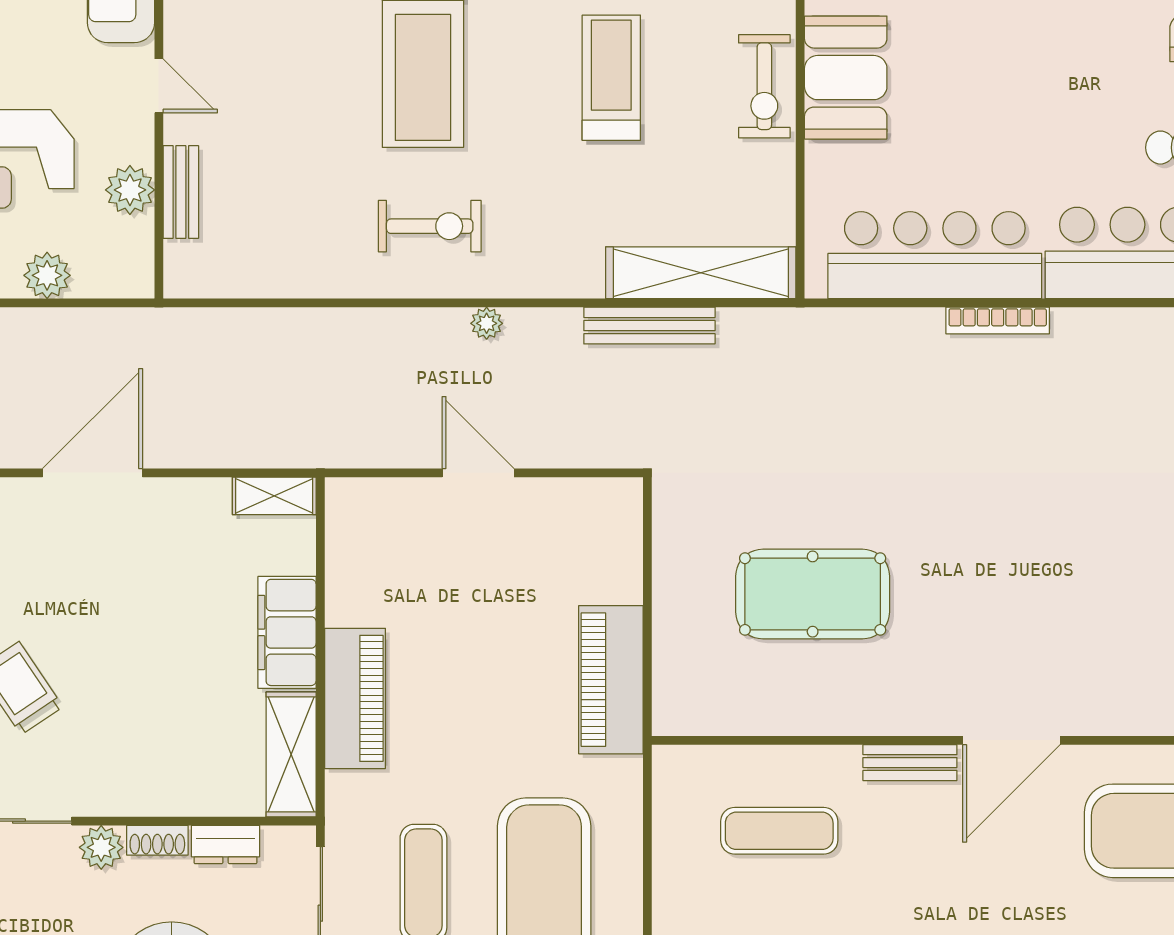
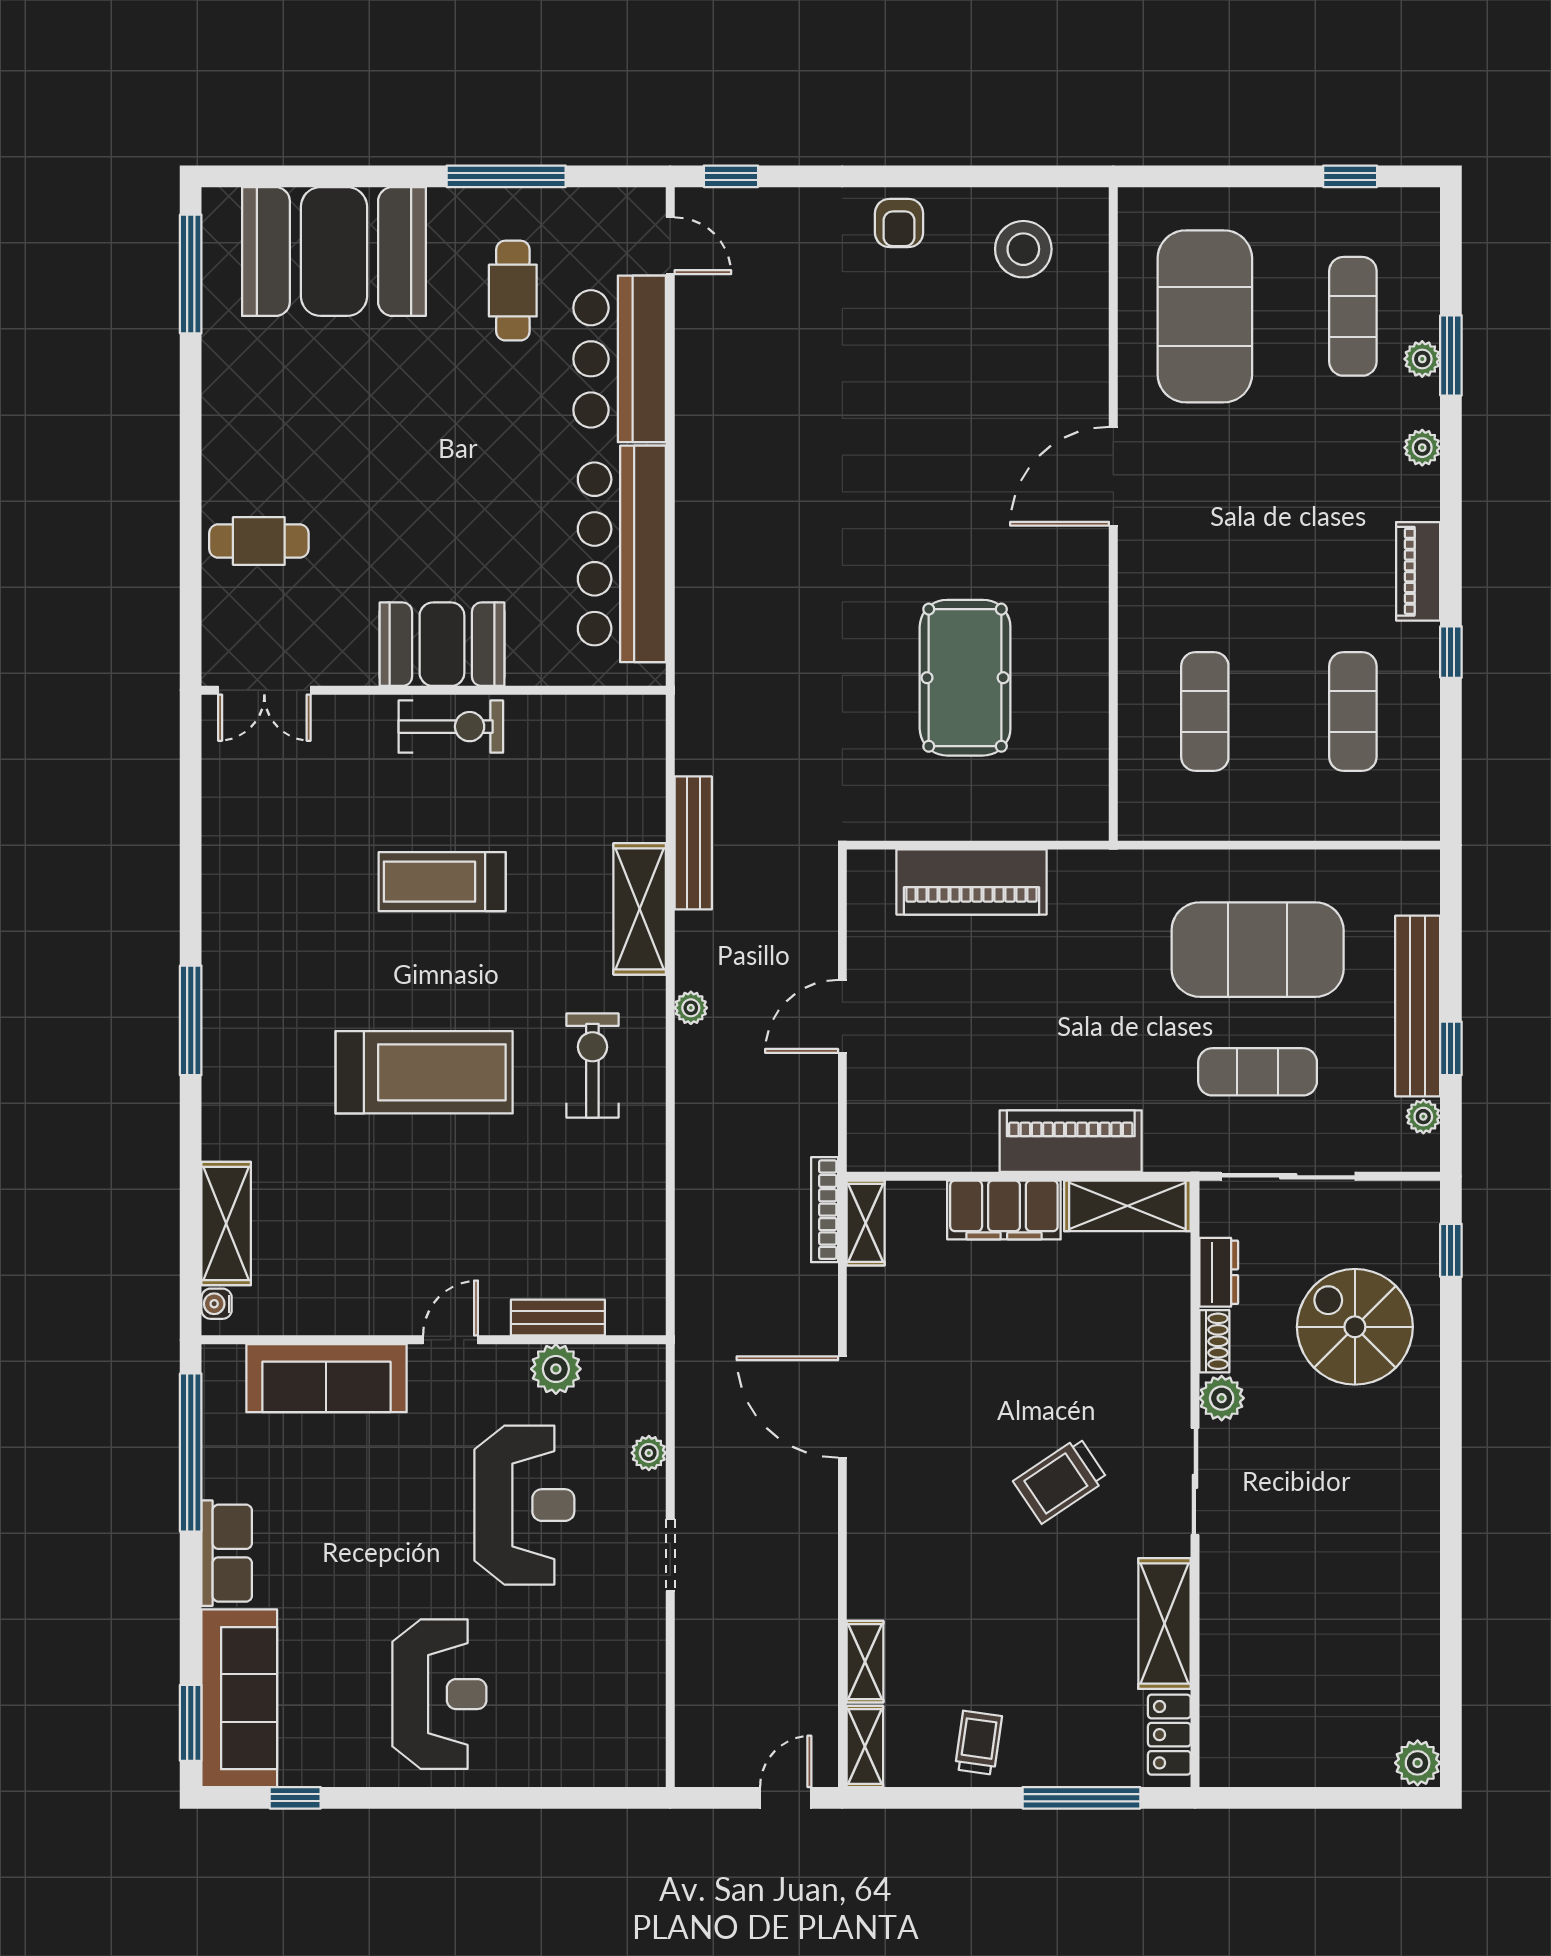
shelving: (701, 273) -> (640, 909), moved, width x0.68
plant: (47, 275) -> (649, 1453), width x0.73, depth x0.73
bookcase: (998, 320) -> (825, 1210), moved, turned 180
piano: (611, 680) -> (972, 882), moved
door: (1011, 740) -> (1113, 476), swing flipped
bench: (910, 763) -> (1136, 579), removed

